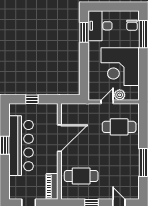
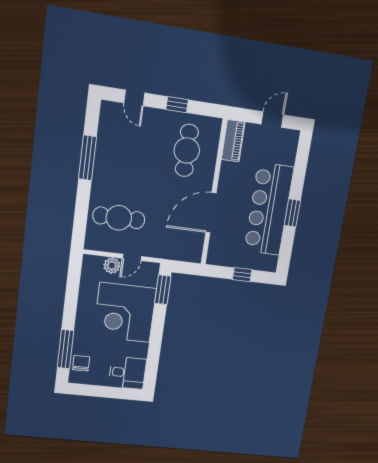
desk: (100, 26) -> (127, 373), width x0.73
window: (84, 32) -> (163, 290), moved
corner desk: (120, 67) -> (125, 313), moved, turned 180
cafe table: (81, 176) -> (187, 150), turned 90

